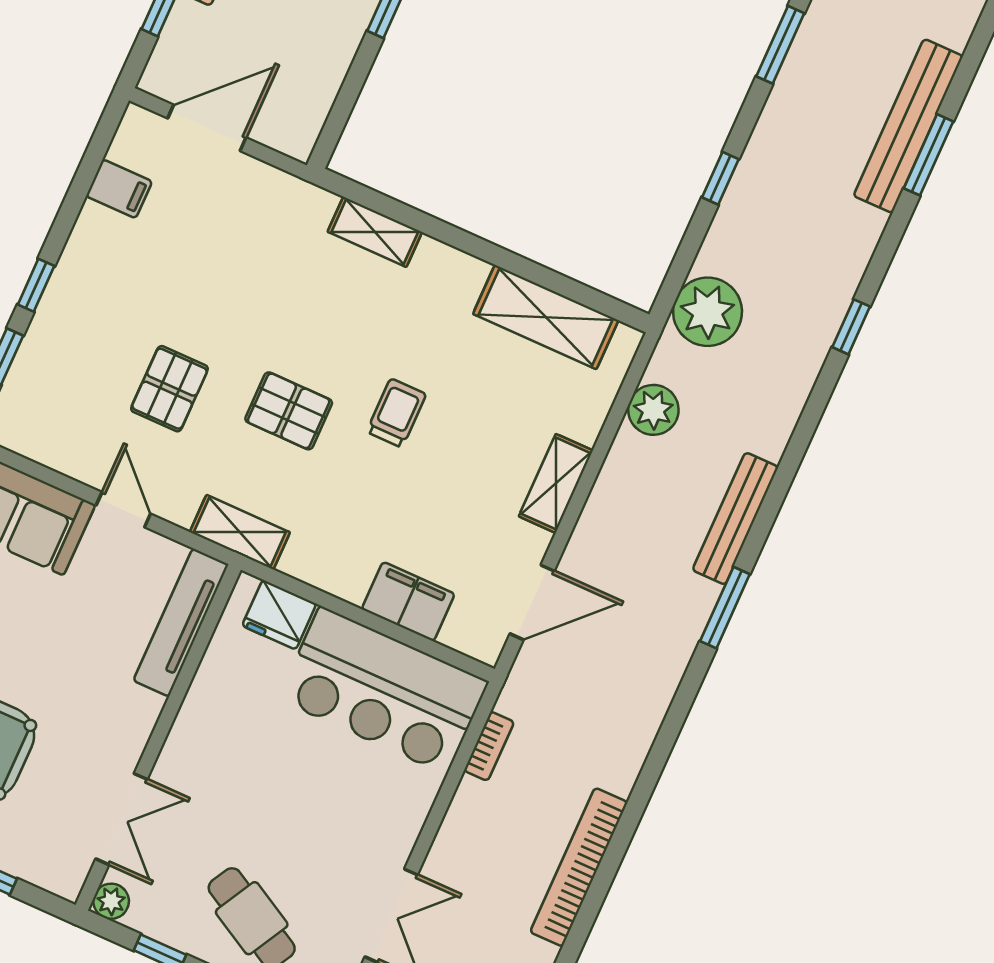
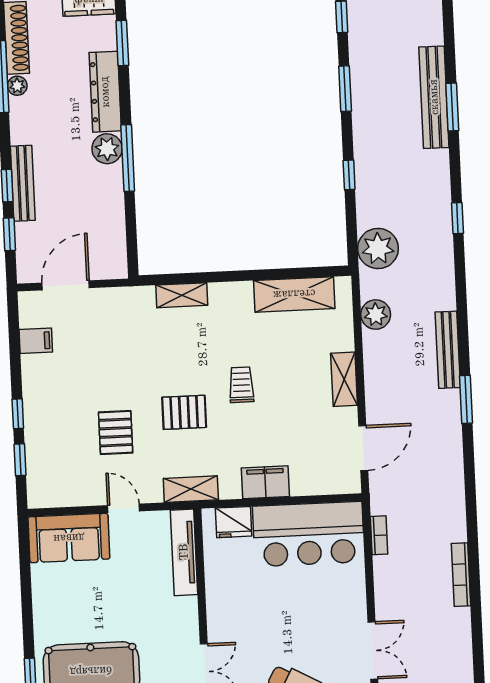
filing cabinet: (408, 602) -> (265, 482), moved
bookcase: (579, 867) -> (461, 575), width x0.68, depth x0.76

